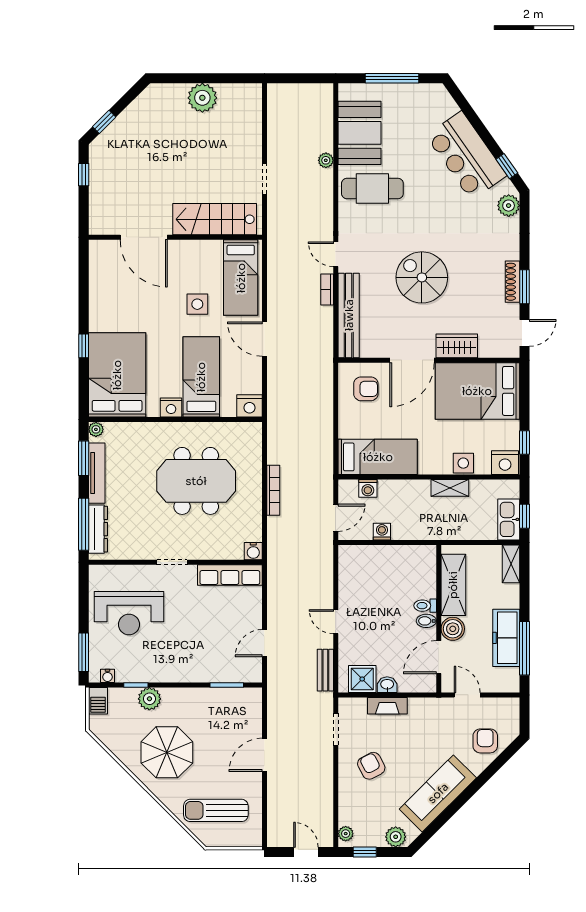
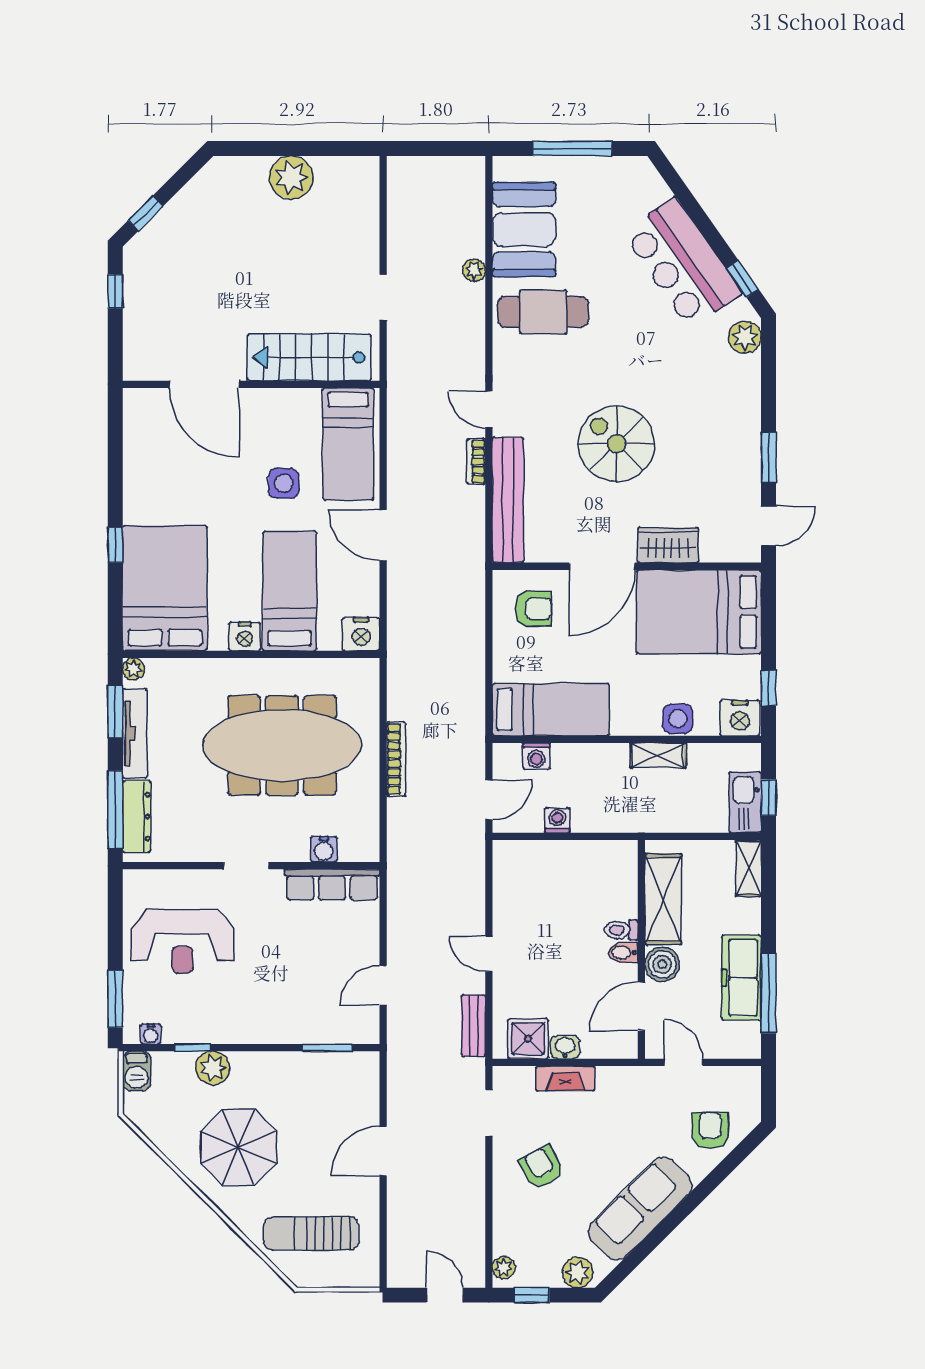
shoe rack: (512, 282) -> (751, 450), removed
meeting table: (196, 481) -> (282, 745), width x1.36
water cooler: (253, 551) -> (324, 849), moved

